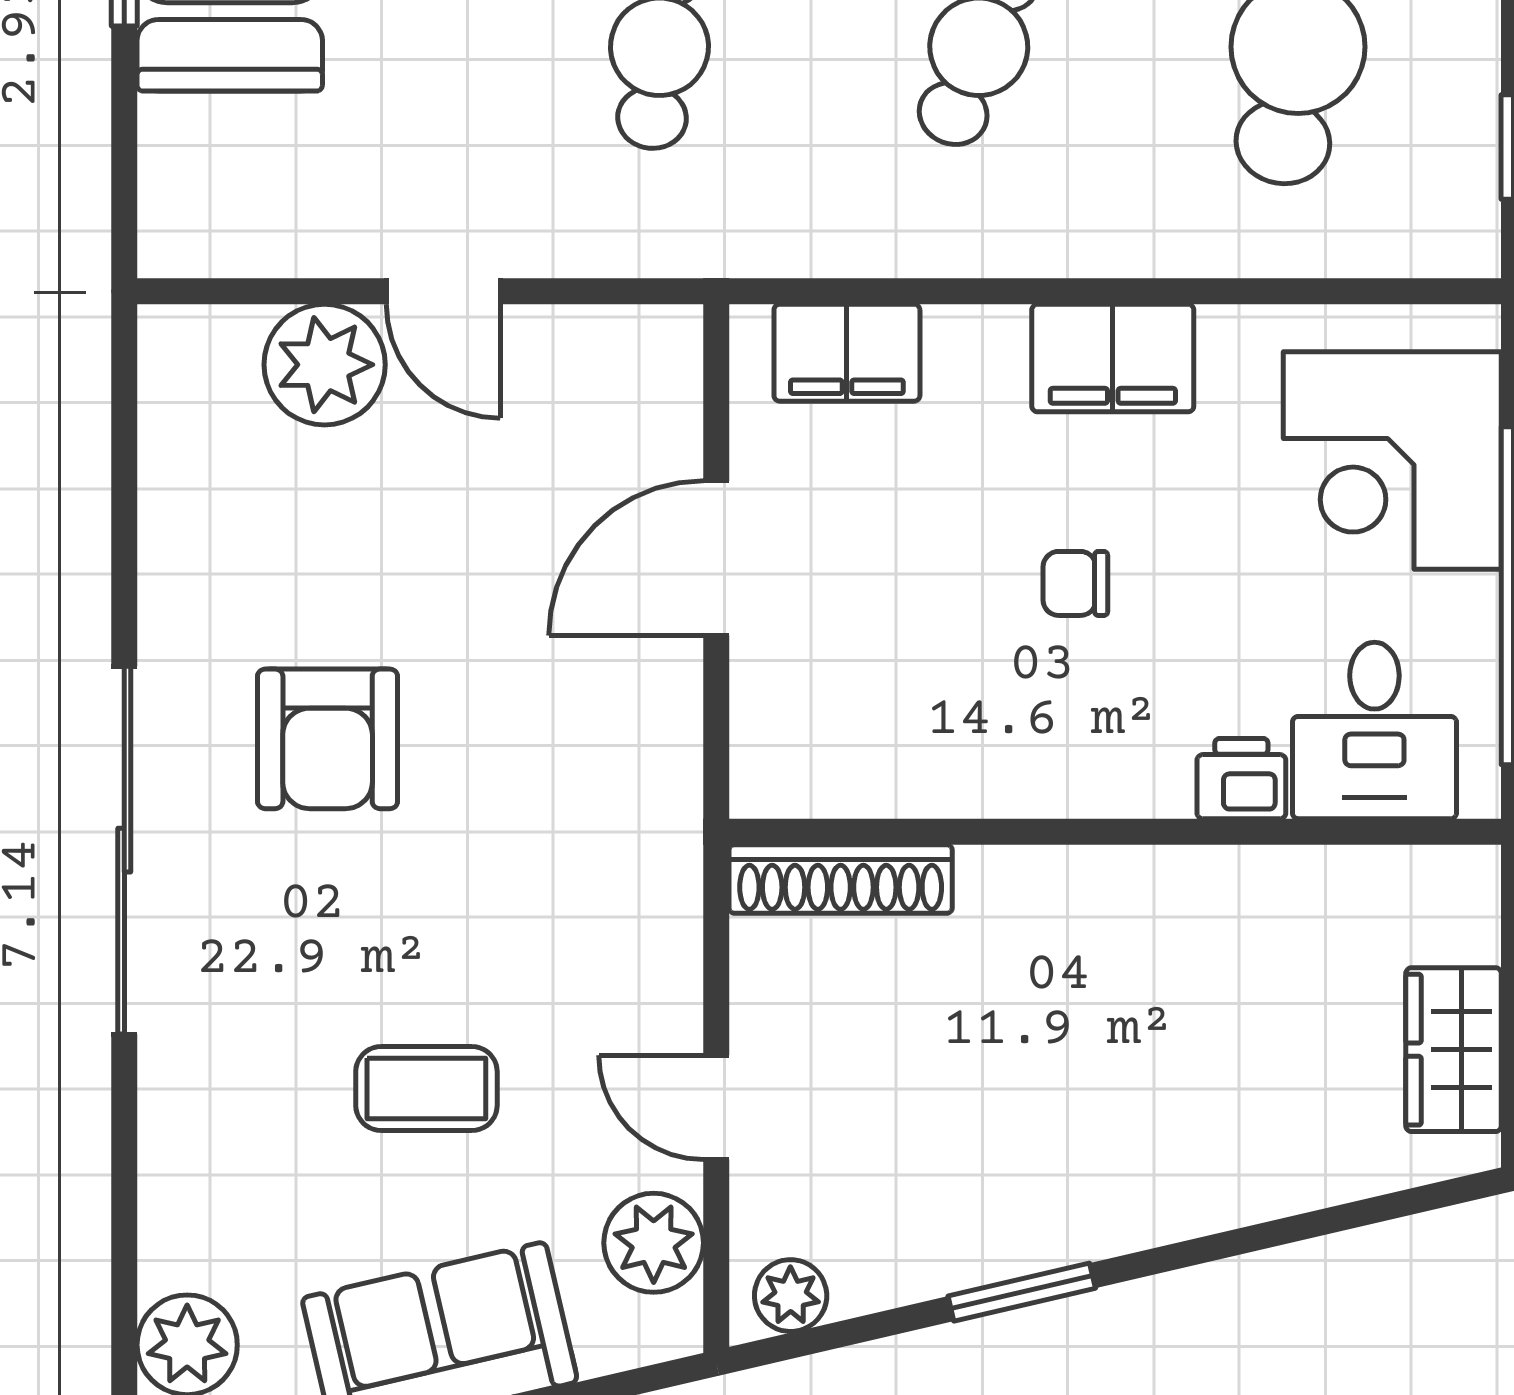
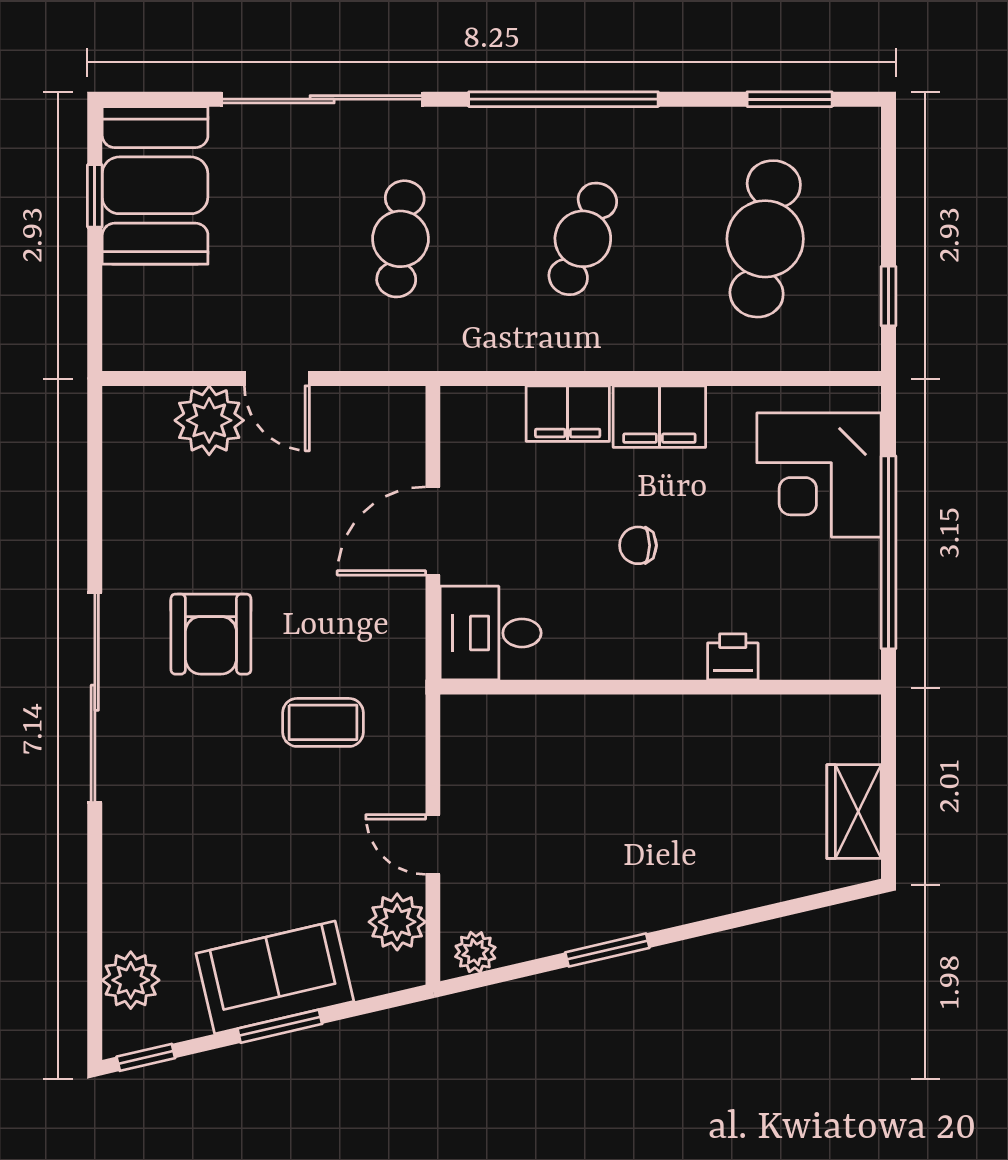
filing cabinet: (847, 353) -> (568, 414), moved
desk: (1374, 730) -> (491, 633), moved, turned 90
shoe rack: (841, 879) -> (504, 714), removed
coffee table: (426, 1088) -> (323, 722), moved

